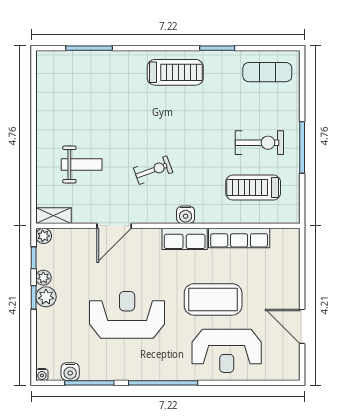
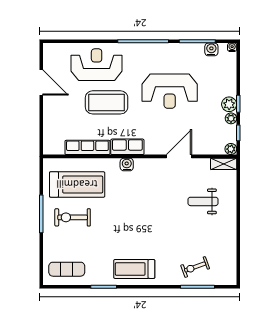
exercise bike: (153, 170) -> (195, 267), moved
treadmill: (253, 188) -> (77, 184), width x1.37, depth x1.38

